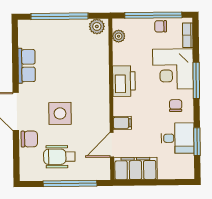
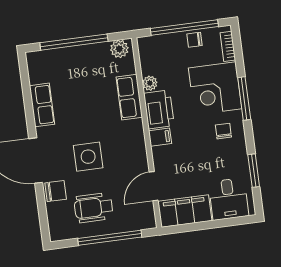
plant: (119, 36) -> (150, 83), moved
row of seats: (100, 68) -> (129, 97), added
filing cabinet: (122, 123) -> (160, 137), moved
desk: (178, 138) -> (229, 199), moved, turned 90

